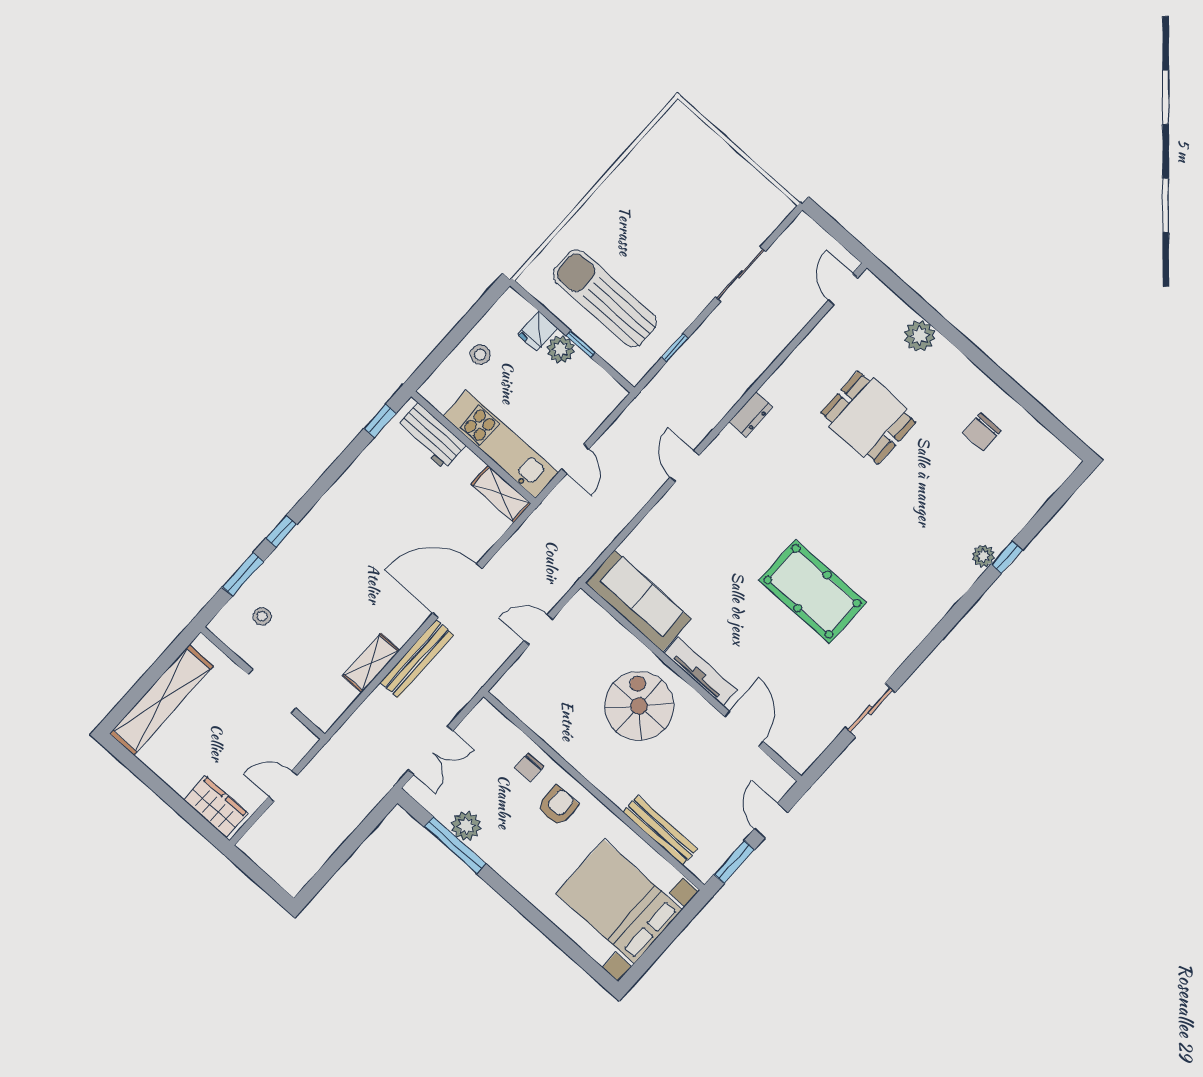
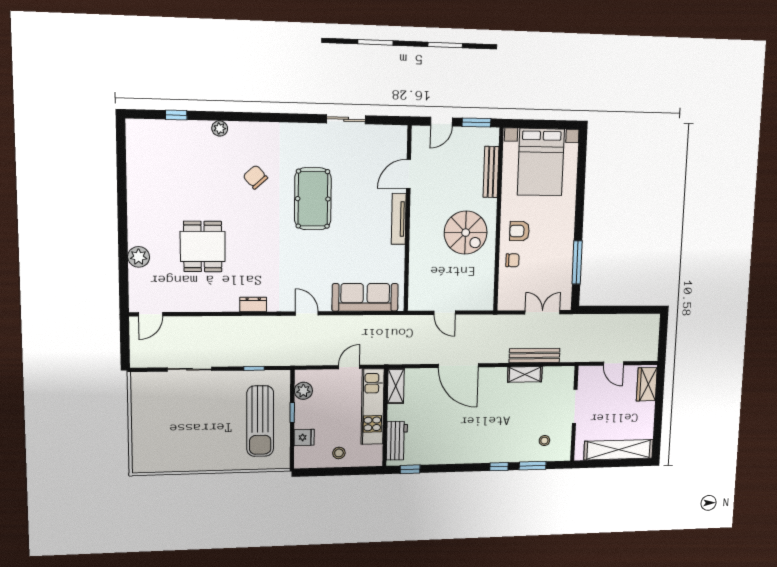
plant: (561, 349) -> (303, 391), moved
chair: (982, 432) -> (255, 177), moved, turned -132
door: (685, 466) -> (307, 313), swing flipped
window: (1007, 557) -> (176, 115), moved
sofa: (638, 601) -> (365, 297), moved, turned 90
bench: (417, 659) -> (534, 356), moved
spiral stairs: (639, 706) -> (466, 233), moved, turned -90
plant: (466, 826) -> (564, 265), removed

